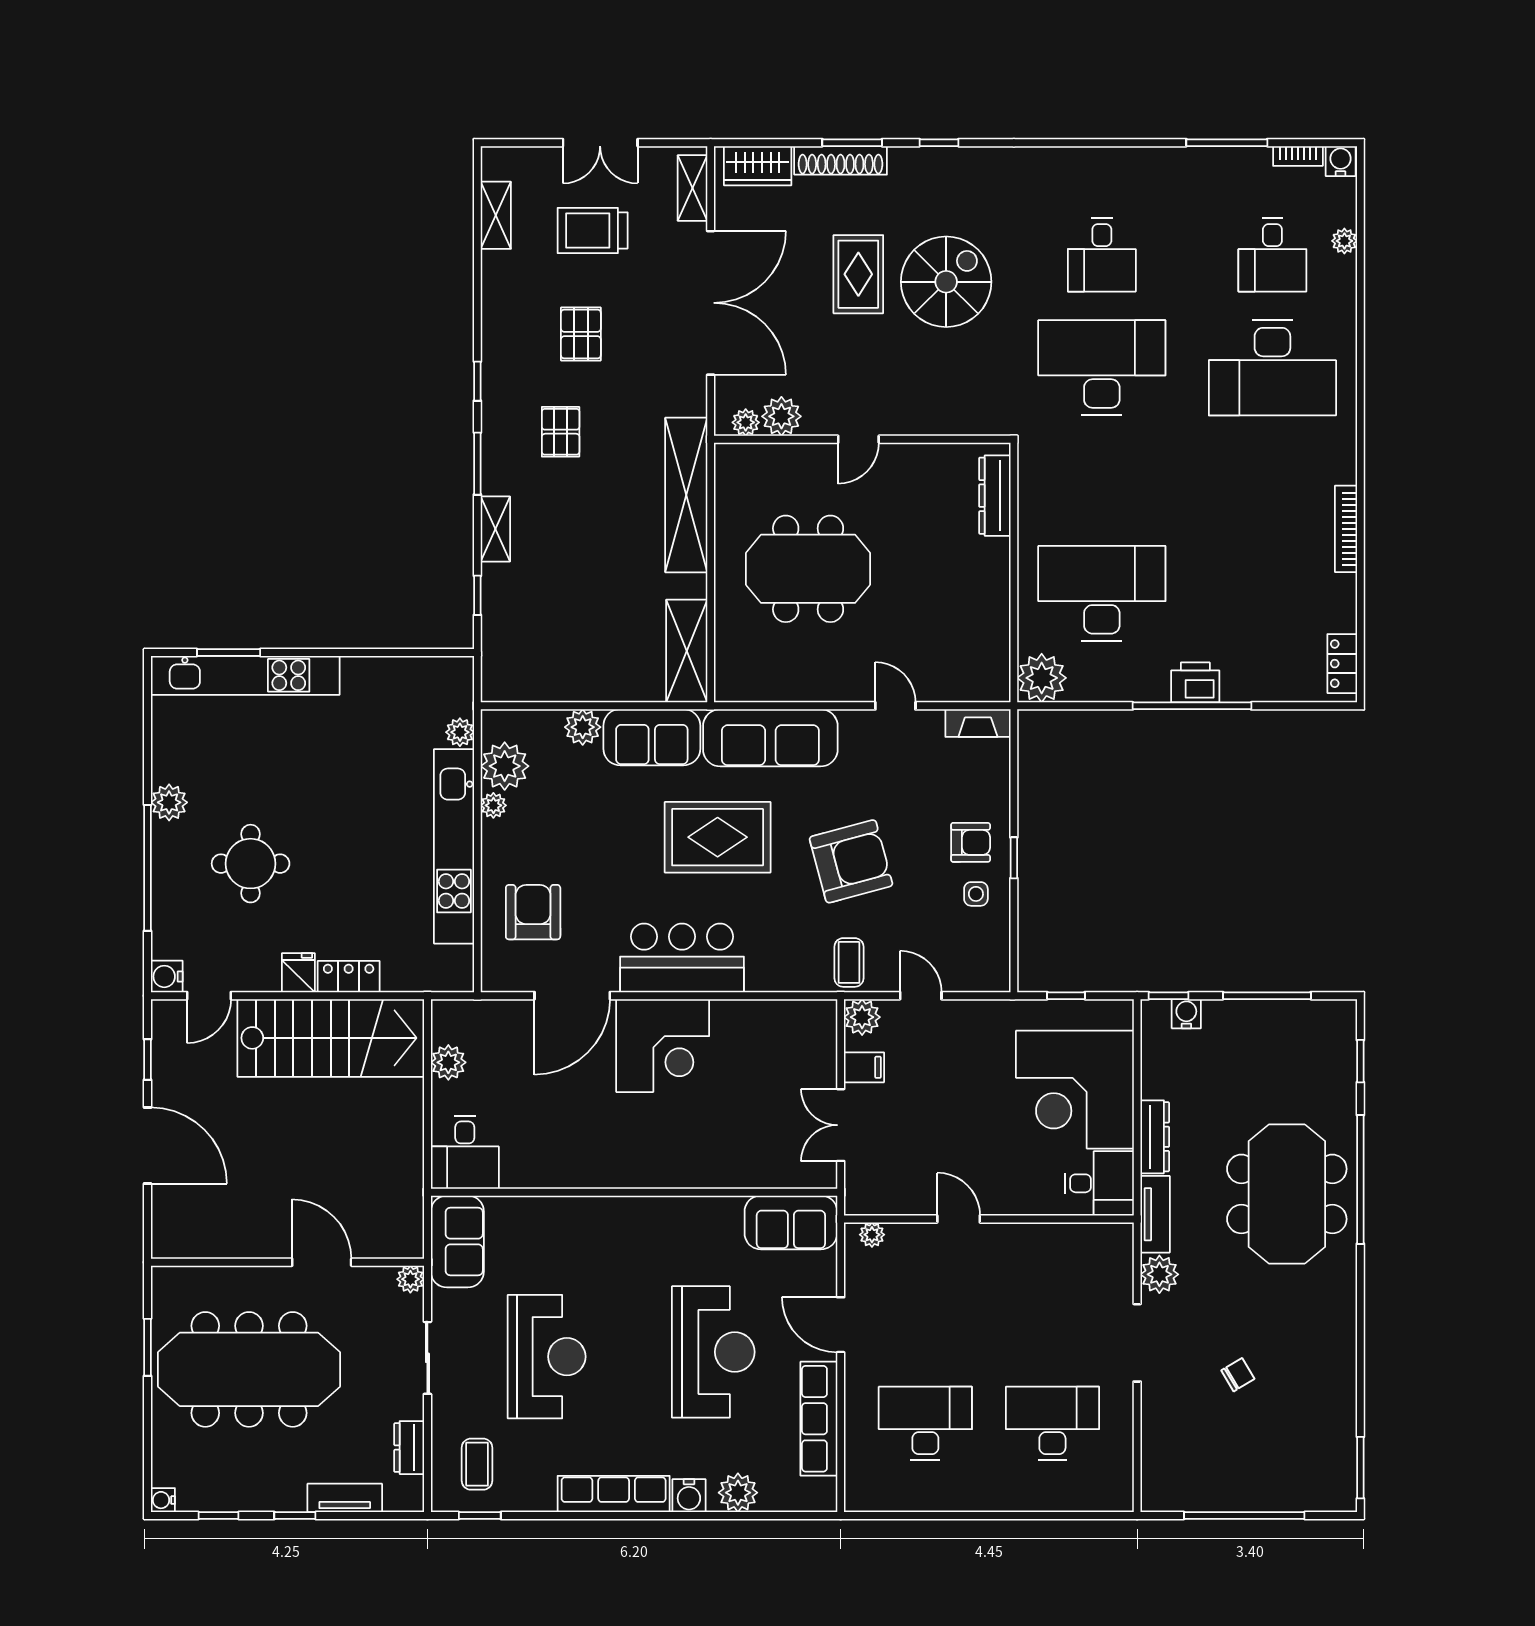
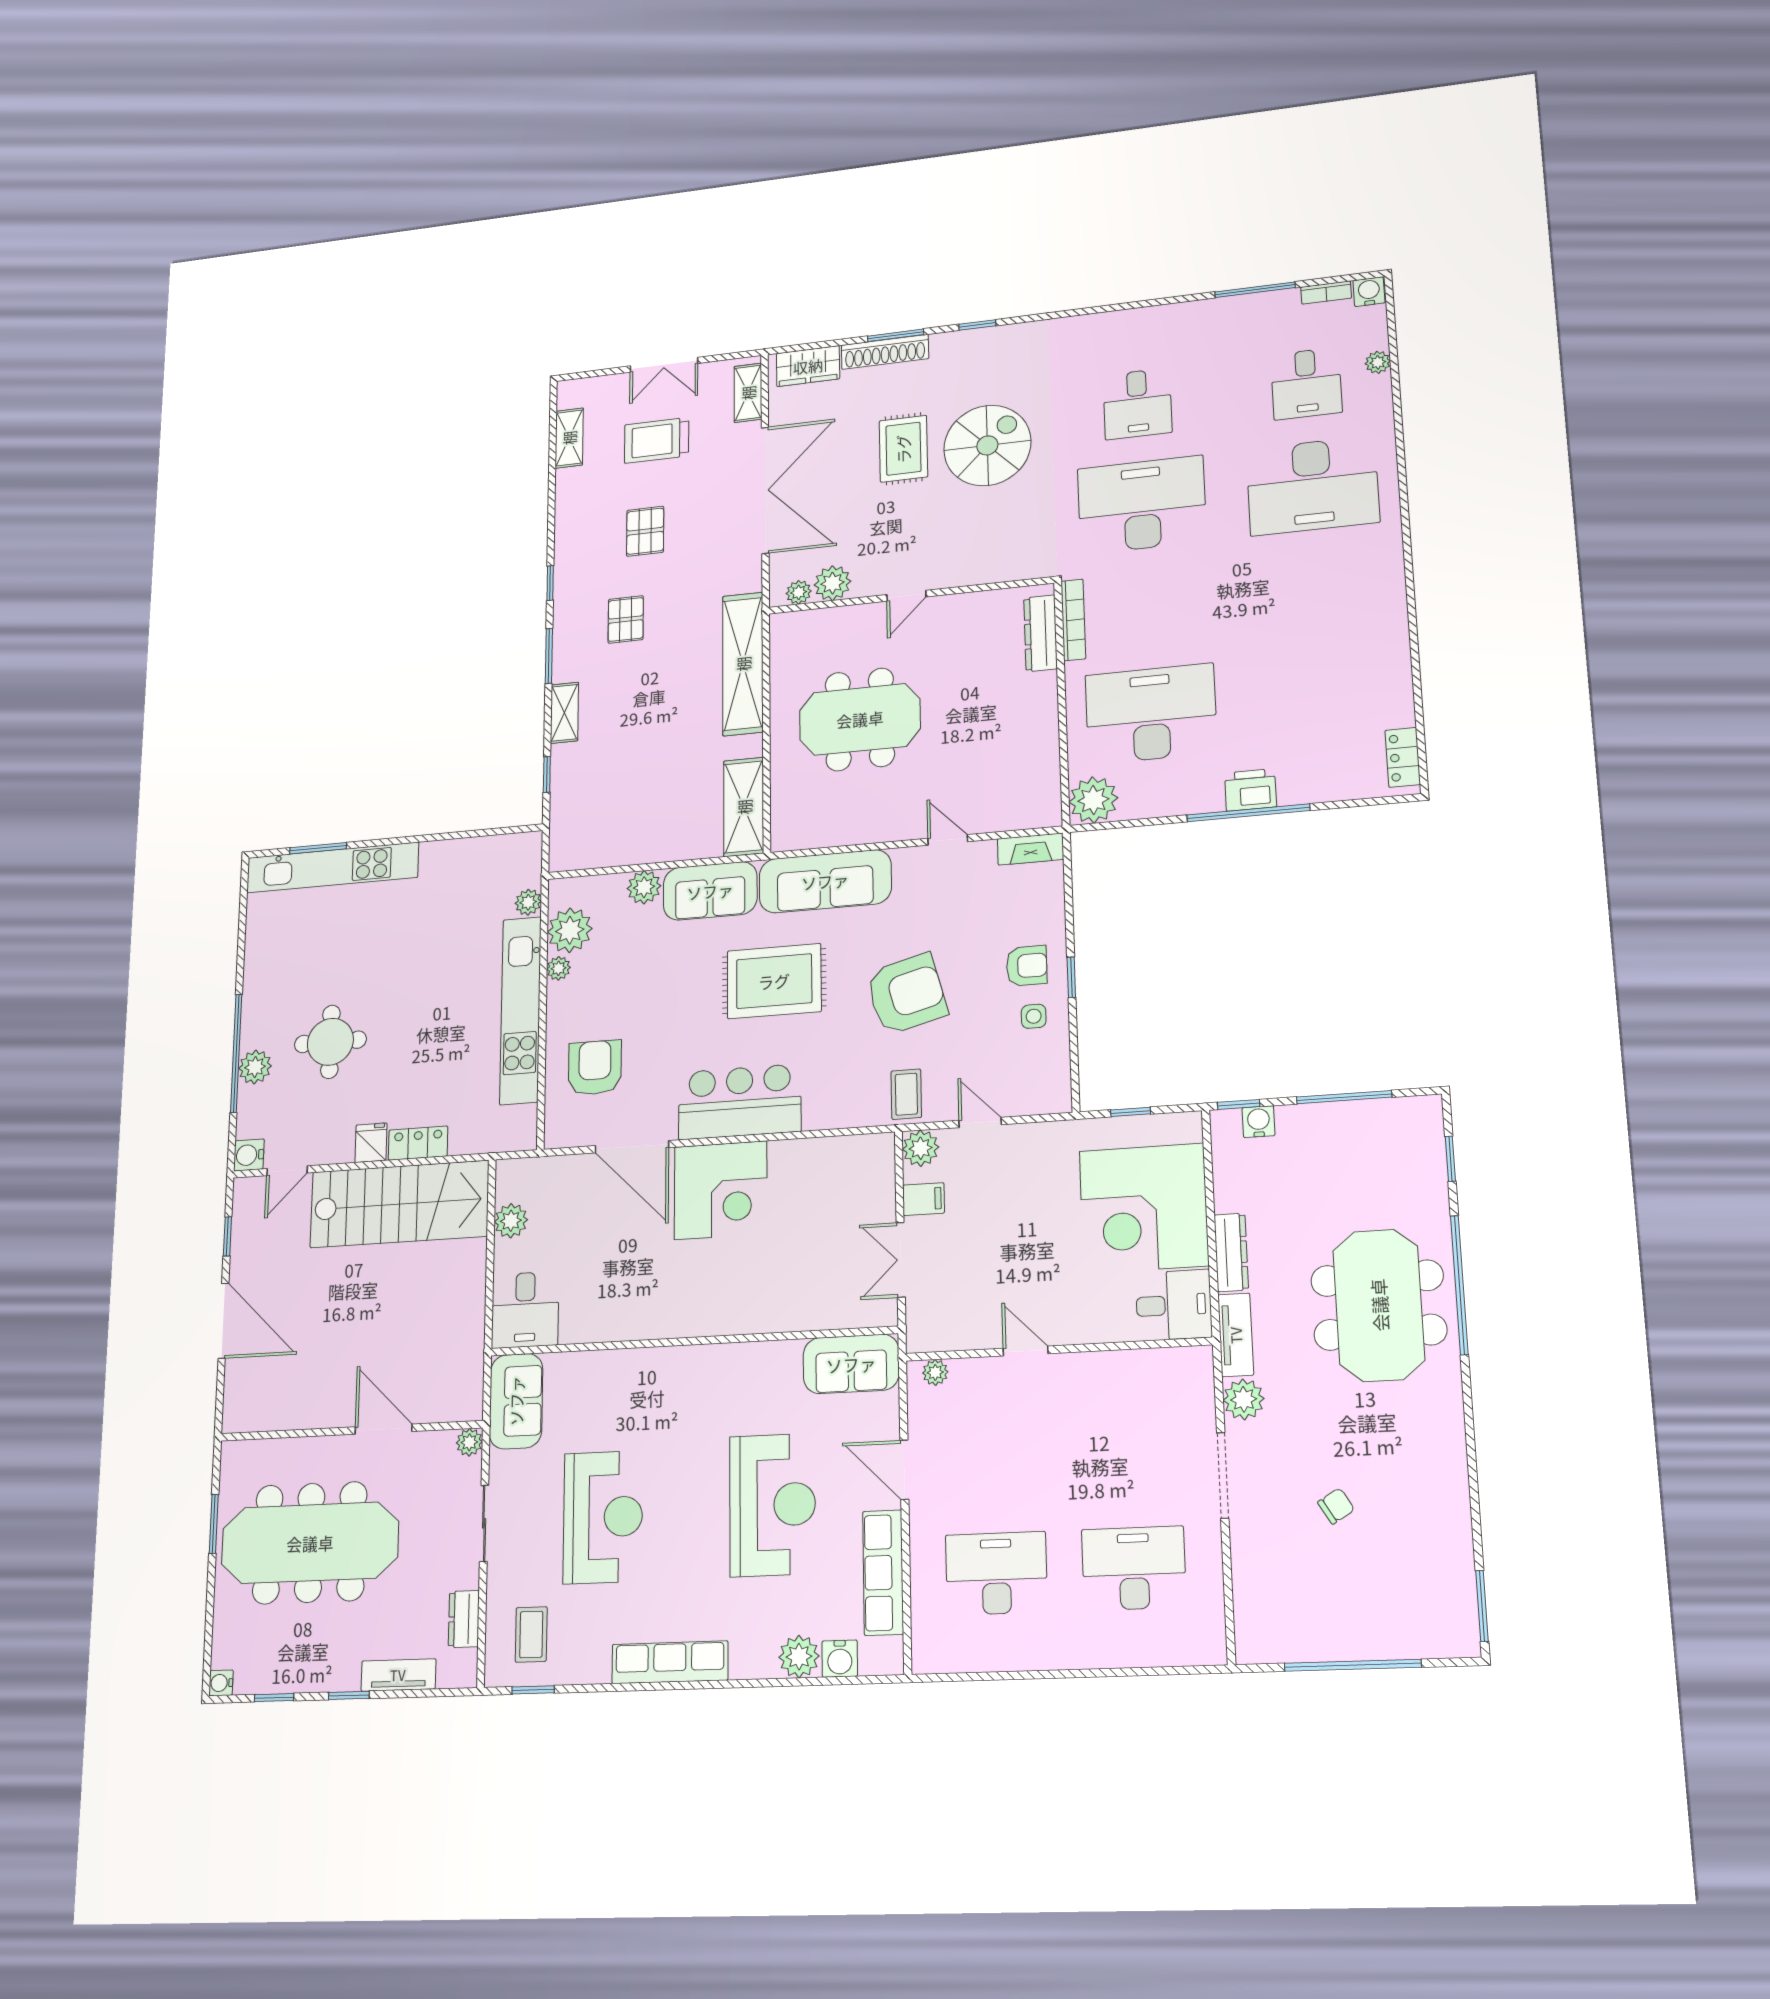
bookcase: (1346, 529) -> (1073, 620), moved, turned 180
plant: (169, 802) -> (255, 1067), moved
door: (572, 996) -> (632, 1147), hinge flipped
water cooler: (689, 1496) -> (840, 1659), moved

